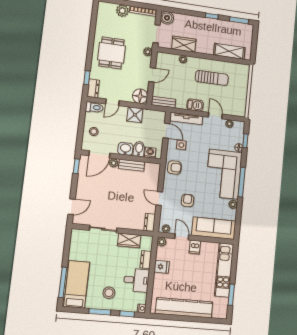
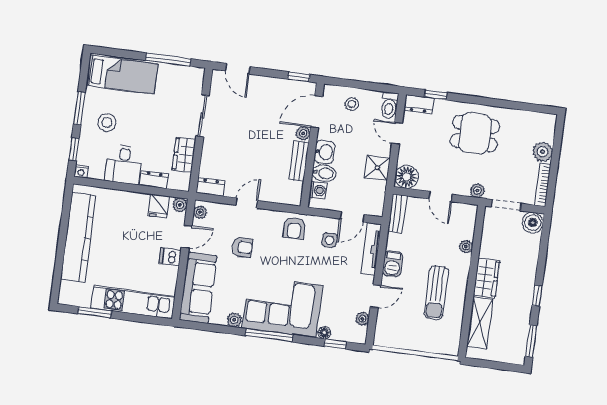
wardrobe: (184, 44) -> (487, 278), moved
door: (99, 154) -> (317, 112), hinge flipped
fridge: (162, 267) -> (159, 206), moved
window: (63, 282) -> (168, 60), moved

